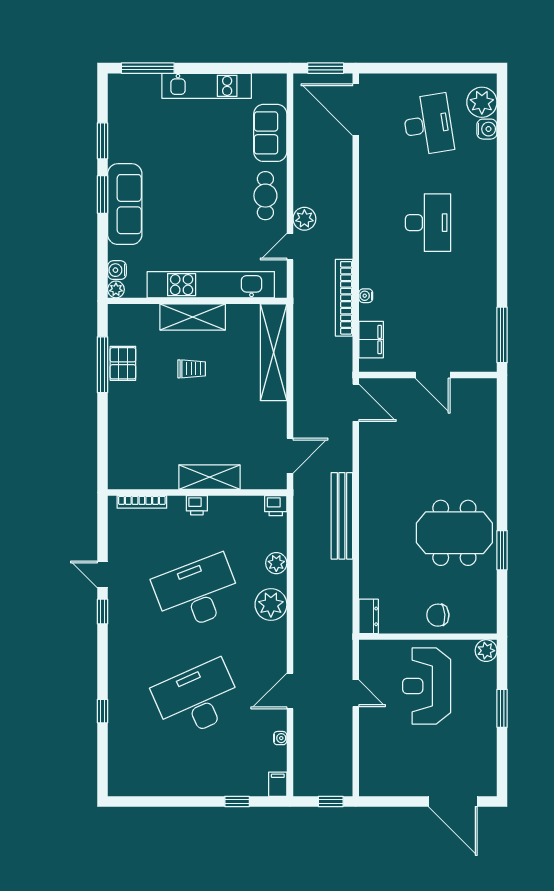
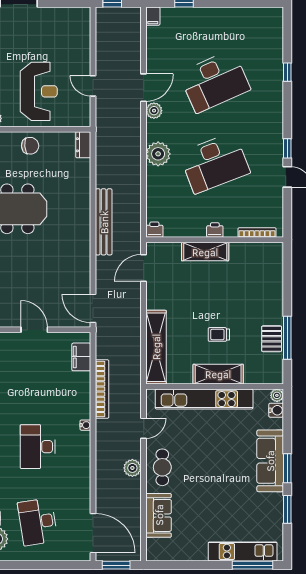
kitchen unit: (207, 86) -> (243, 551), moved
plant: (304, 219) -> (132, 468), moved
water cooler: (366, 296) -> (85, 425), moved
plant: (276, 563) -> (154, 111), moved
water cooler: (280, 738) -> (151, 51), removed

